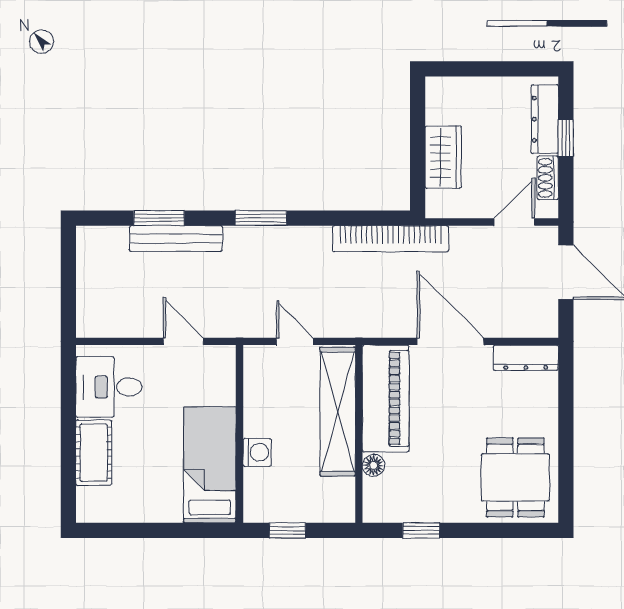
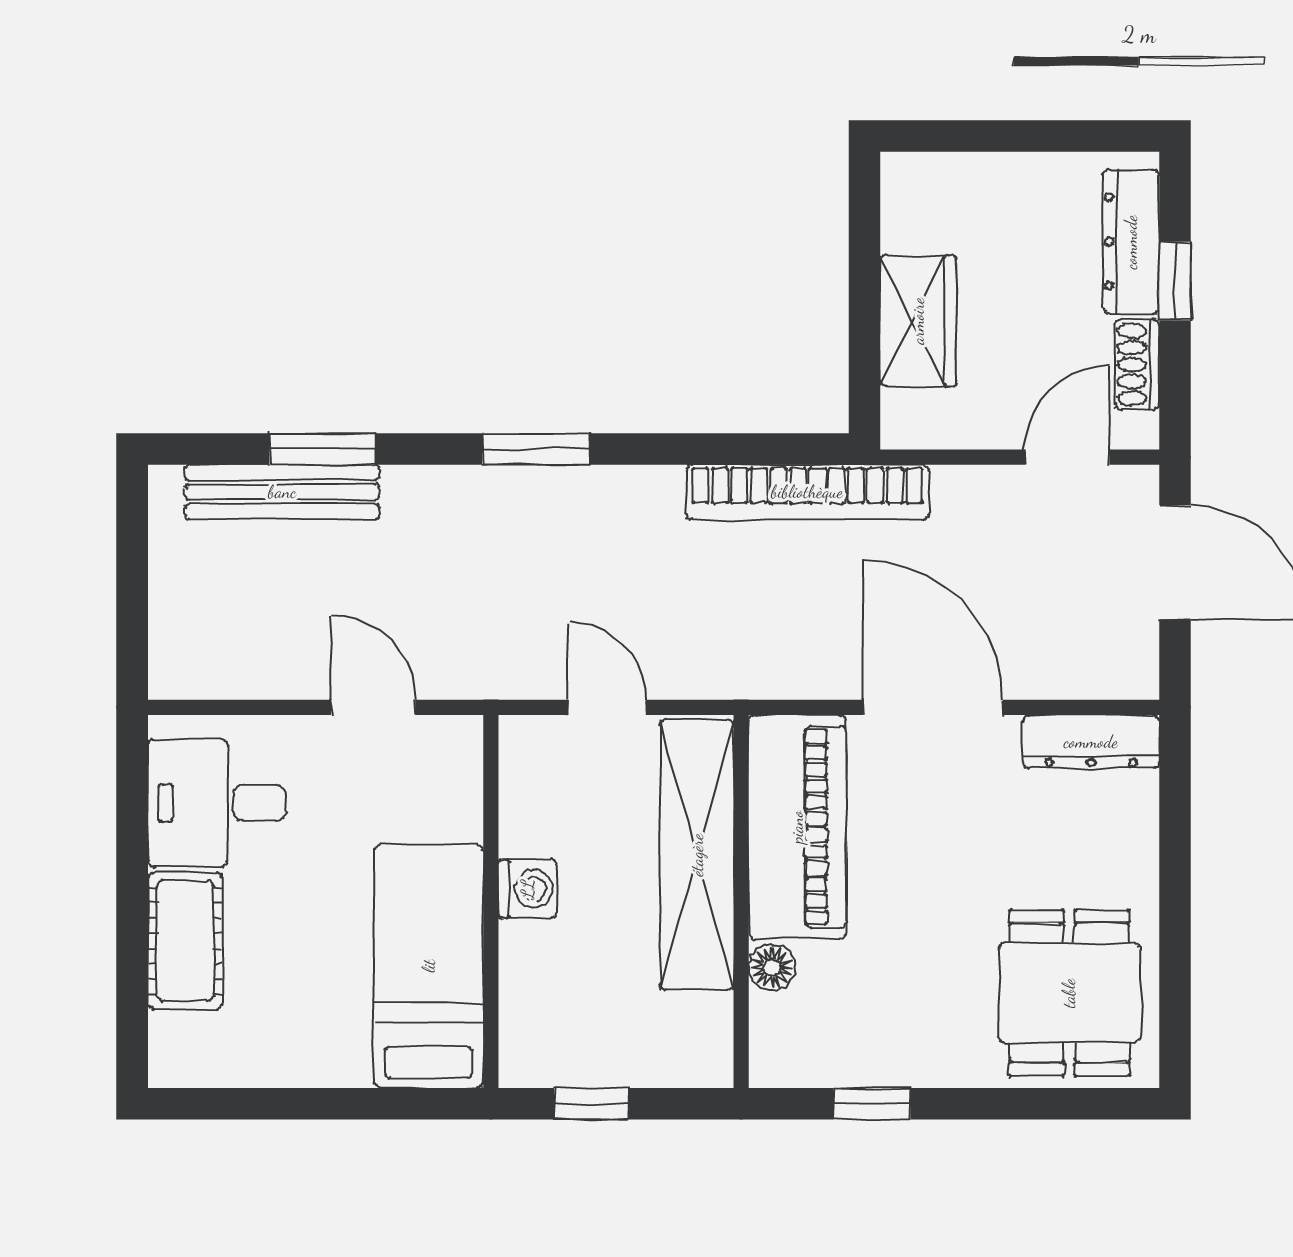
bench: (176, 239) -> (282, 492), moved
washing machine: (257, 452) -> (528, 889), moved

